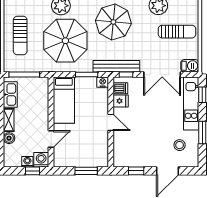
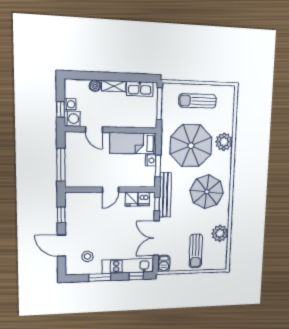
nightstand: (103, 82) -> (151, 161), moved
window: (86, 171) -> (61, 165), width x1.44

